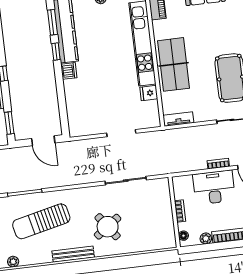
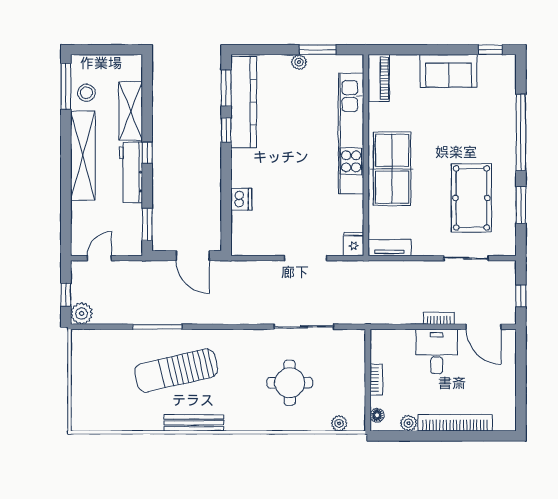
dishwasher: (69, 71) -> (241, 199), moved
fridge: (149, 93) -> (354, 244), moved, turned 90
desk: (214, 187) -> (437, 351), width x0.73
round table: (108, 227) -> (290, 383), moved, turned 36
bench: (73, 254) -> (194, 423), moved
plant: (13, 262) -> (339, 423), moved

